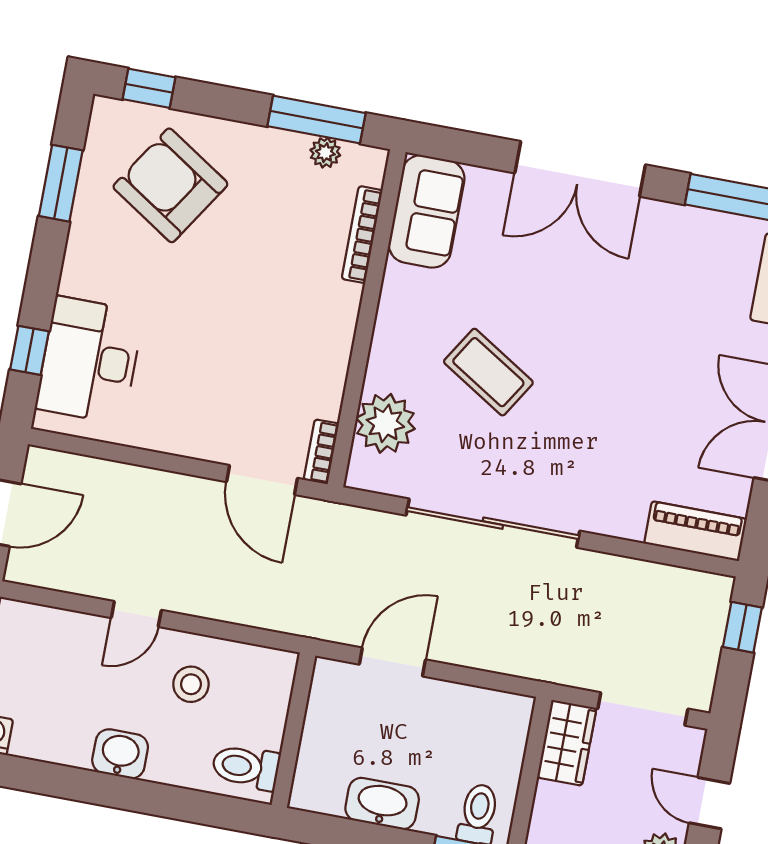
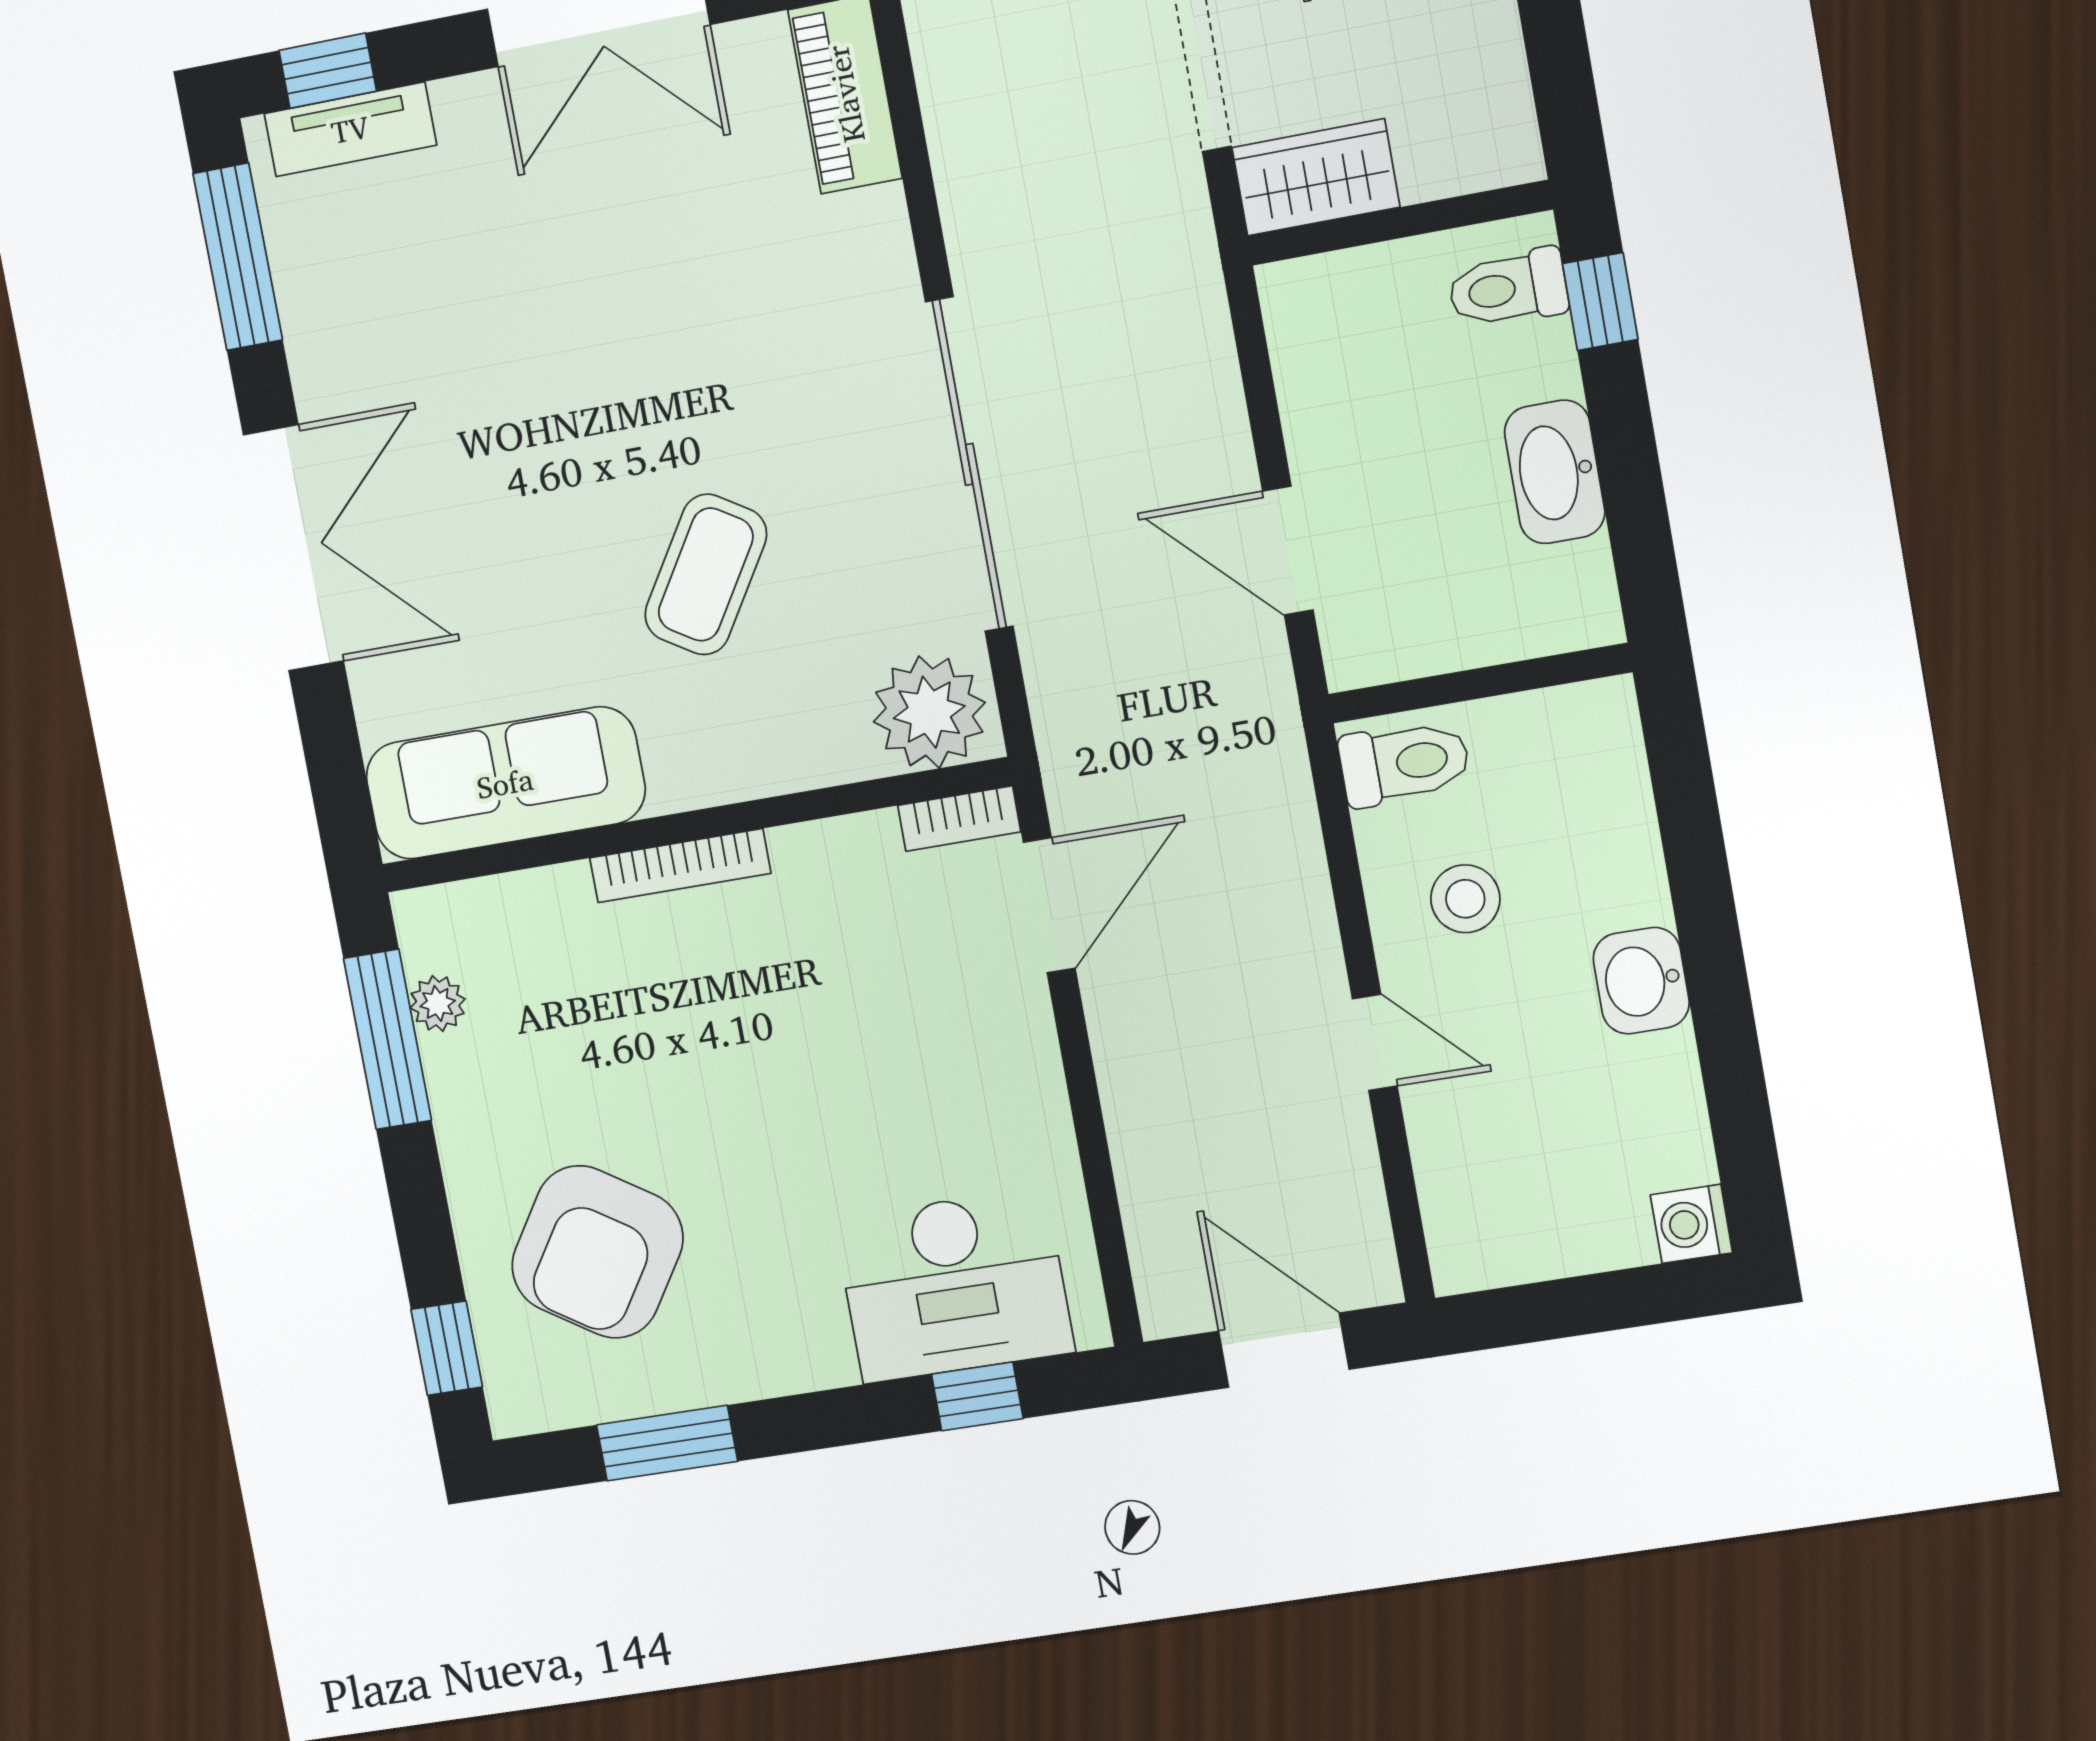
sofa: (427, 211) -> (505, 783), width x1.36
bookcase: (362, 235) -> (680, 866), moved
plant: (385, 423) -> (929, 712), moved
toilet: (246, 767) -> (1404, 763), moved, turned -90

